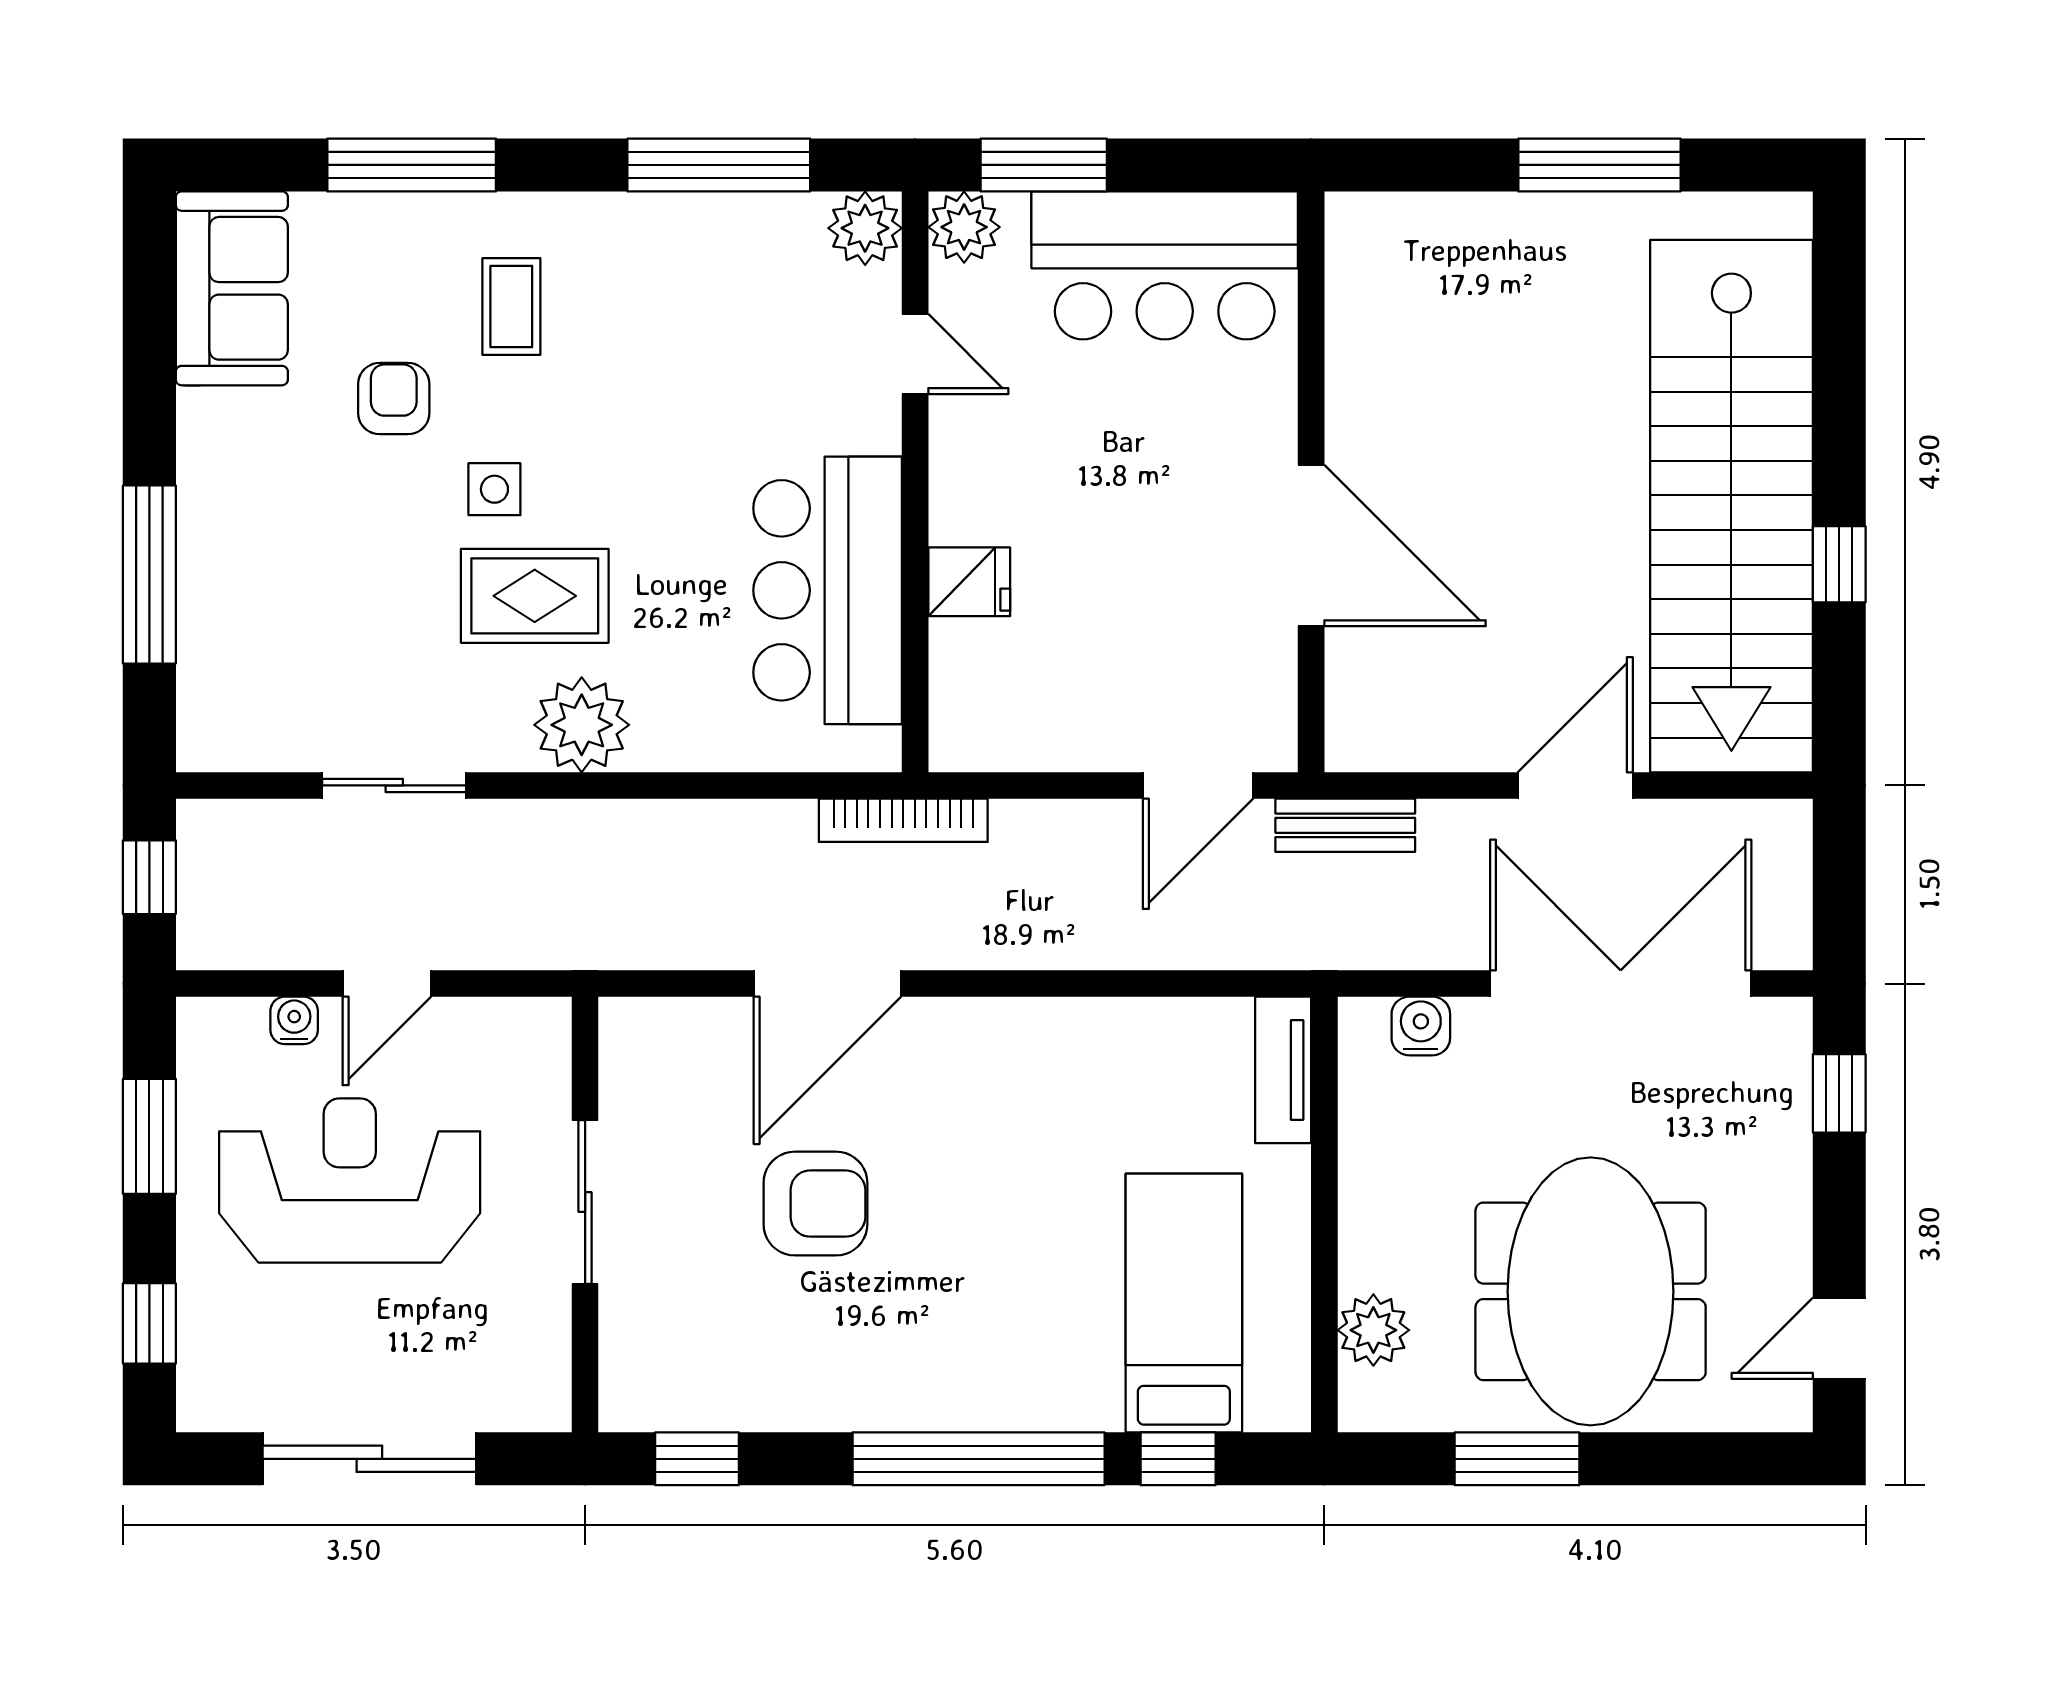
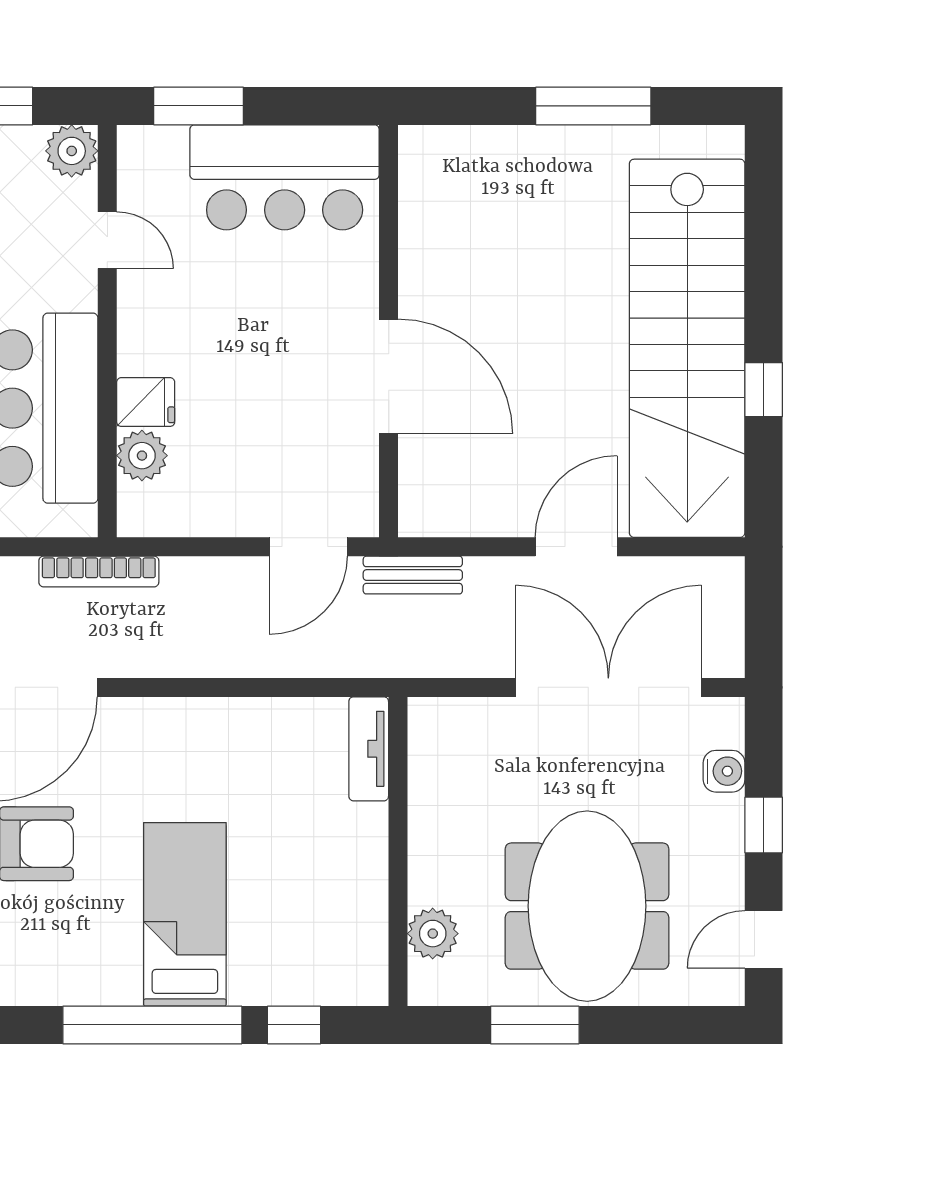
plant: (964, 227) -> (142, 456), moved
water cooler: (1421, 1026) -> (724, 771), moved, turned 90
window: (1839, 1093) -> (764, 825), moved
bed: (1184, 1303) -> (185, 914), moved

